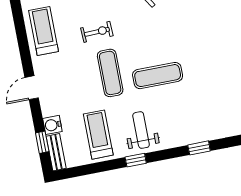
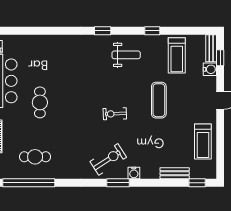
exercise bike: (97, 32) -> (115, 114), moved
exercise mat: (158, 76) -> (123, 91), removed
weight bench: (141, 130) -> (126, 55), moved, turned -90

